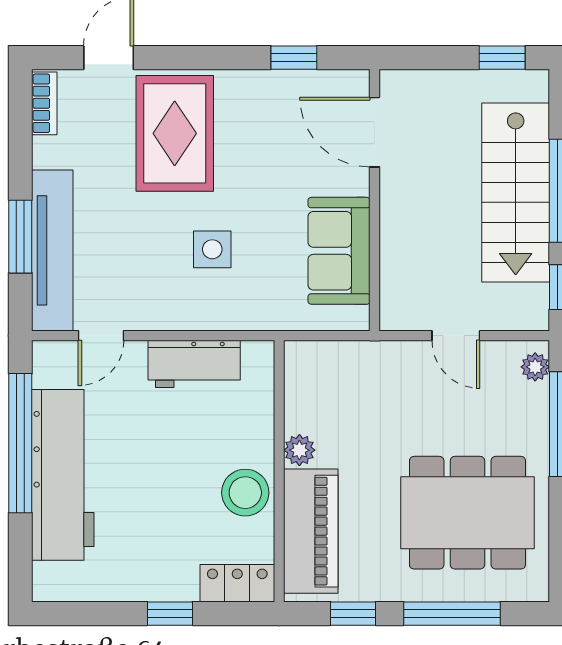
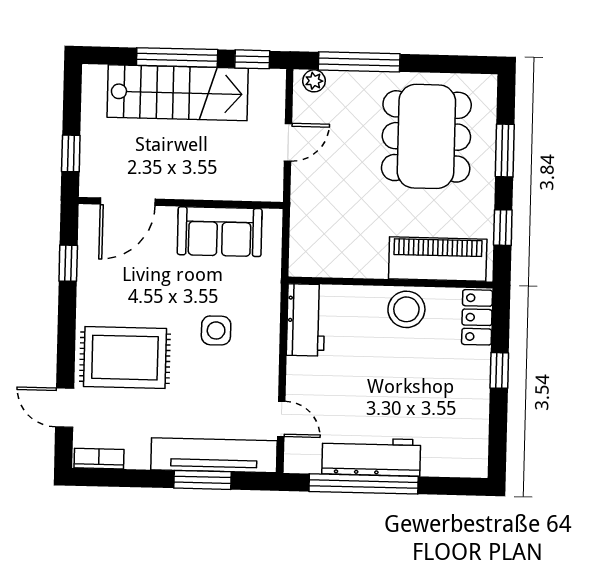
window: (502, 58) -> (71, 153), moved
workbench: (194, 364) -> (306, 320), moved
plant: (299, 450) -> (374, 266), removed
workbench: (63, 475) -> (371, 457), width x0.73, depth x0.76
window: (452, 614) -> (505, 150), width x0.69

